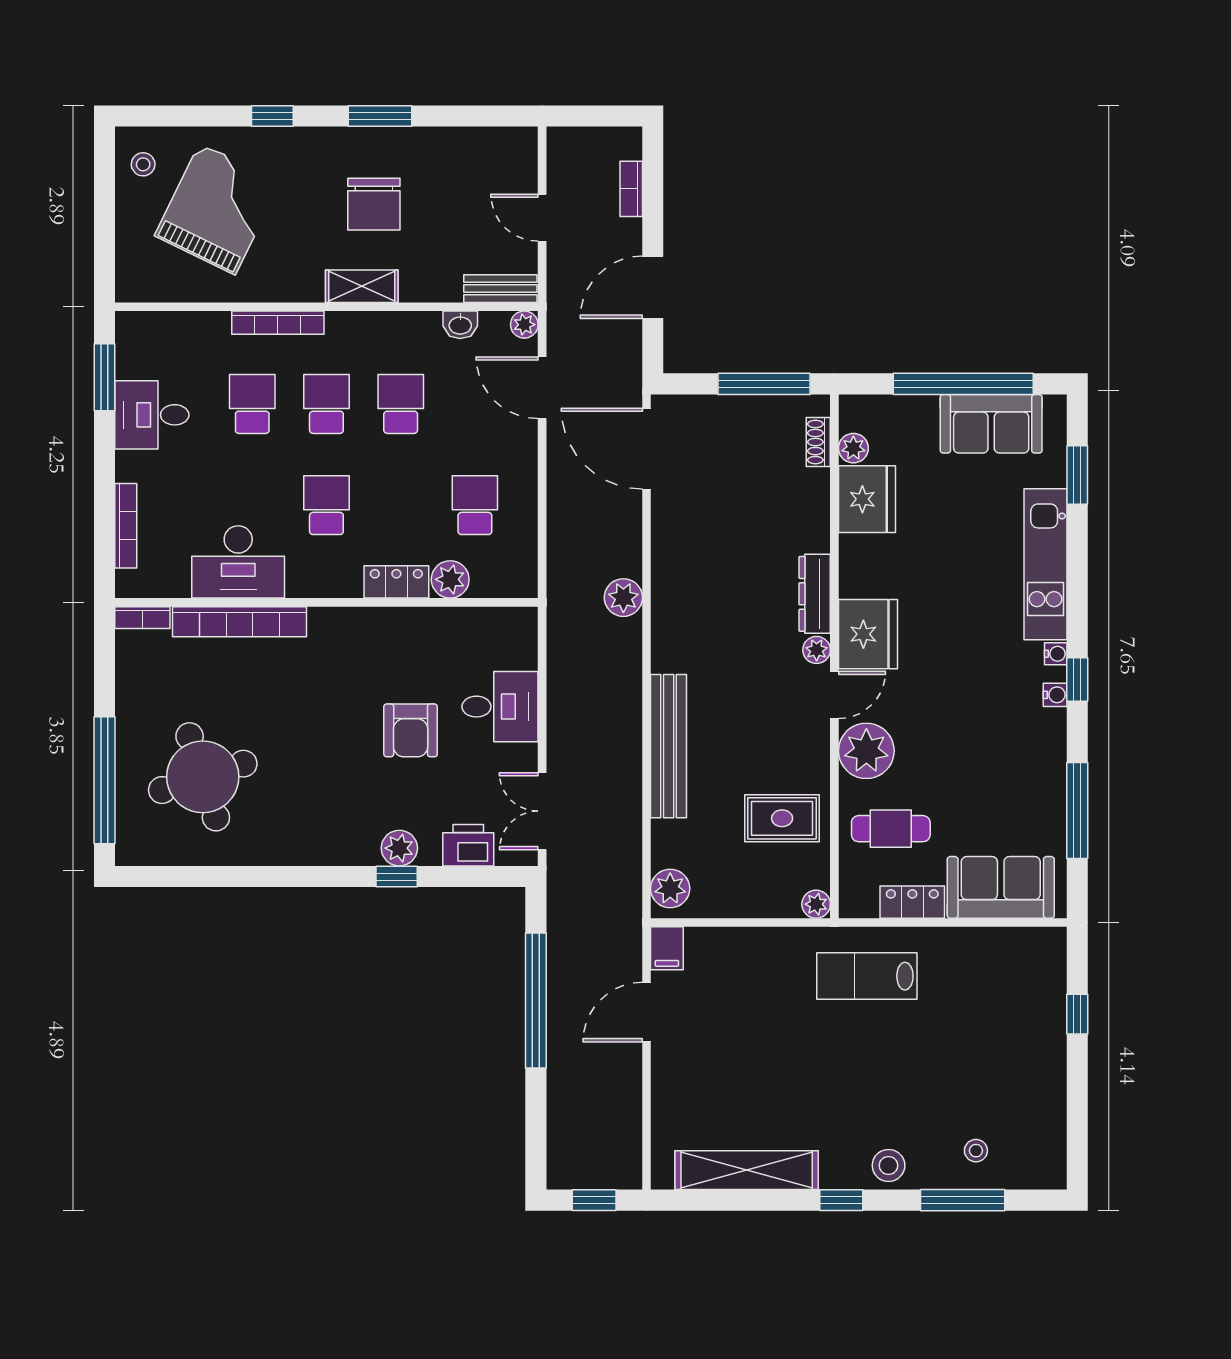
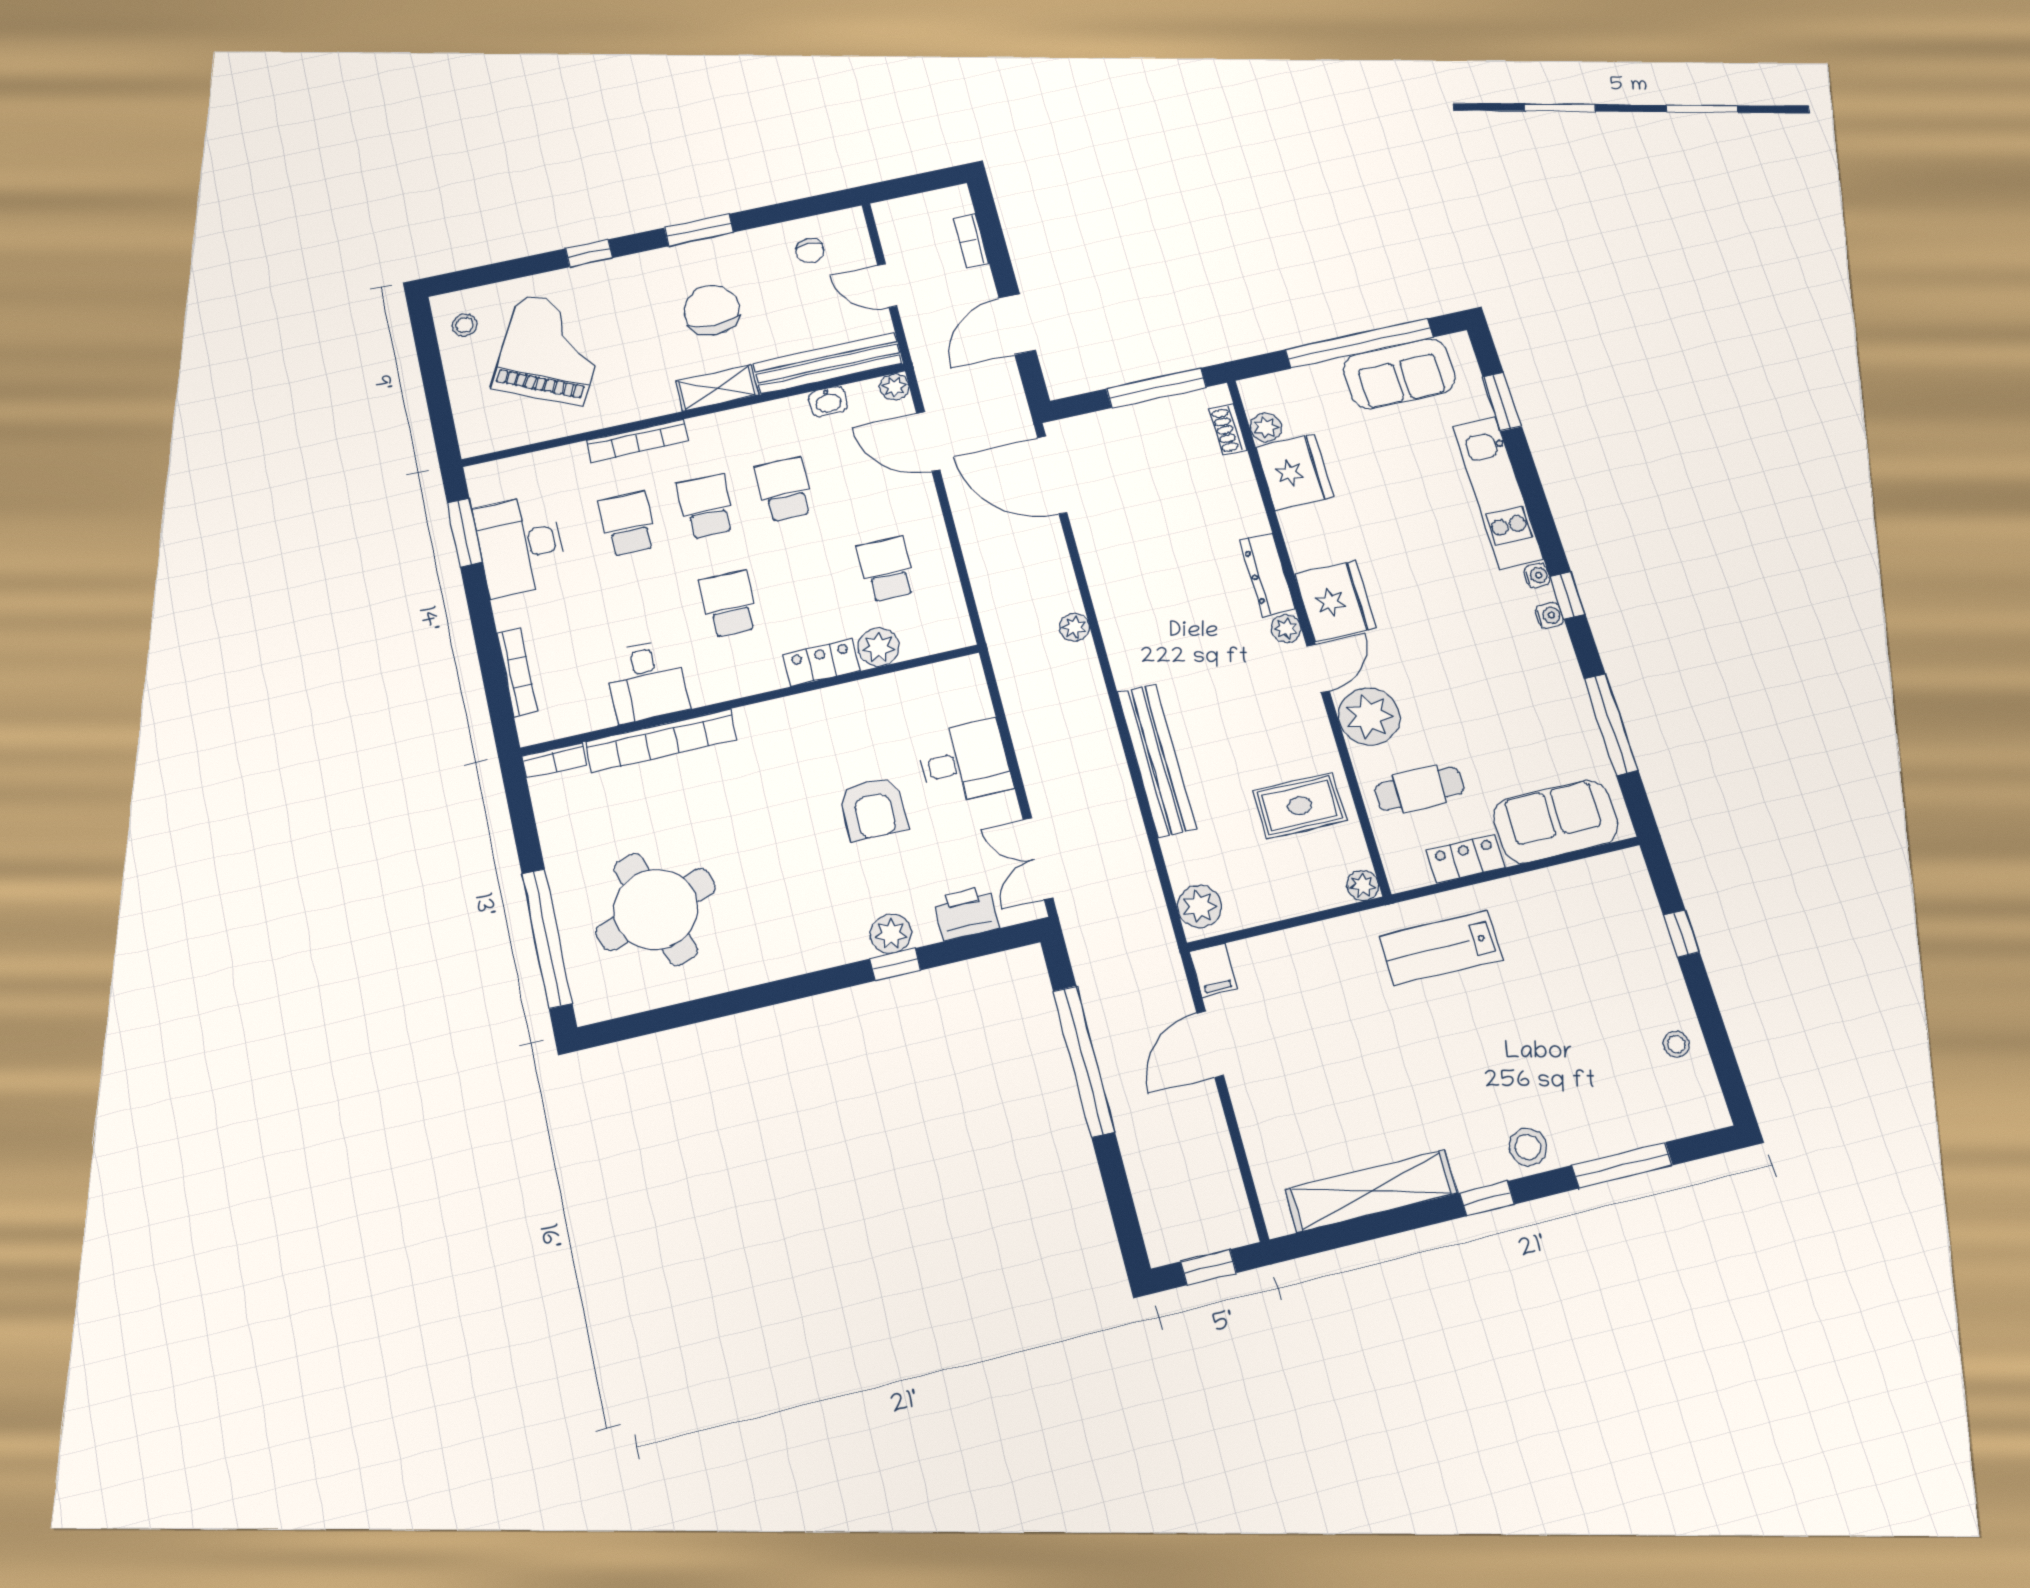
chair: (479, 163) -> (810, 251), added
chair: (374, 204) -> (712, 310), turned 180
bench: (500, 289) -> (828, 363), width x1.86, depth x1.21
desk: (152, 415) -> (520, 545), width x1.37
desk: (238, 562) -> (647, 681), width x0.73
plant: (623, 598) -> (1074, 627), width x0.73, depth x0.73
stool: (976, 1151) -> (1676, 1044), moved

